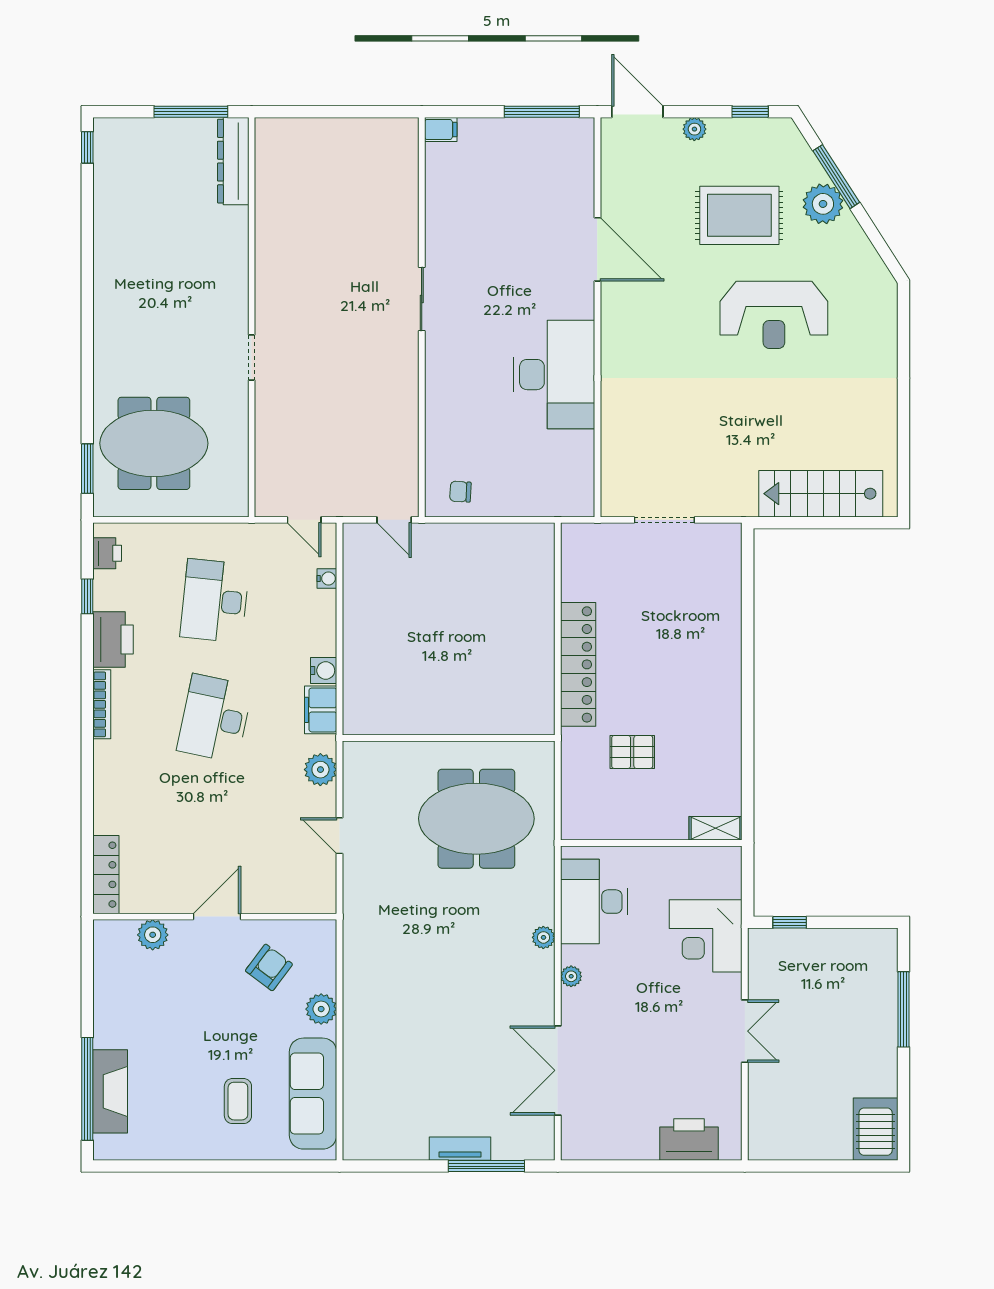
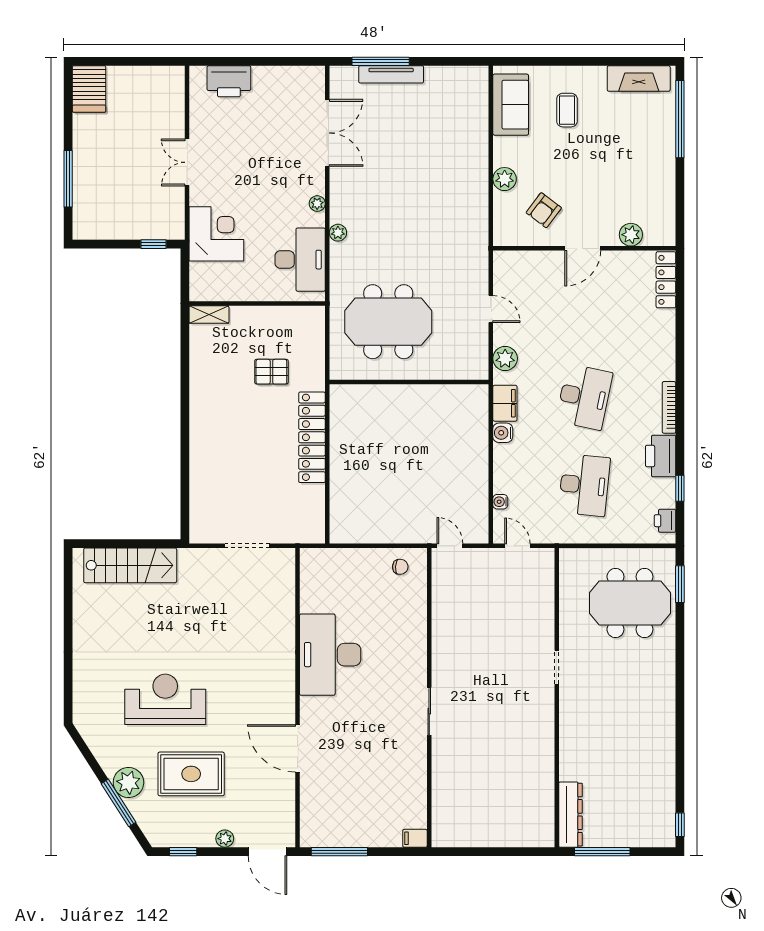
fireplace: (110, 1091) -> (639, 78), moved, turned -90
sofa: (313, 1094) -> (511, 105), width x0.73
tv unit: (460, 1149) -> (391, 74), width x1.41

